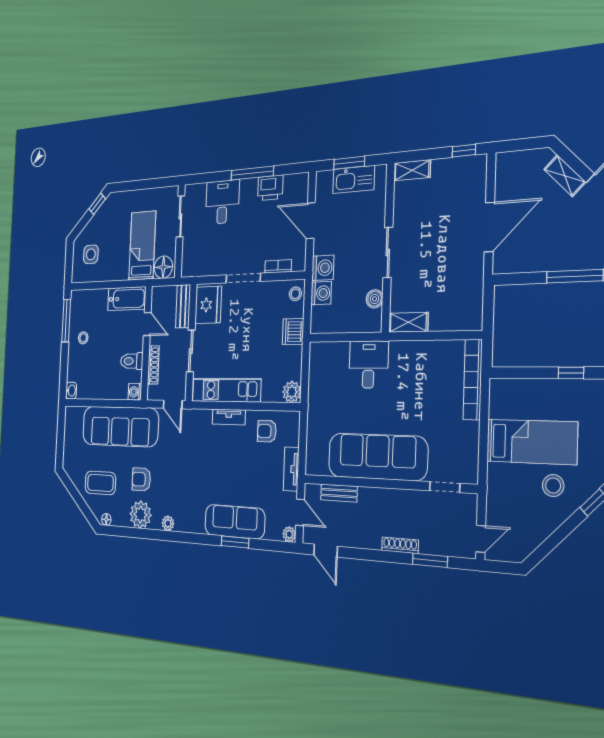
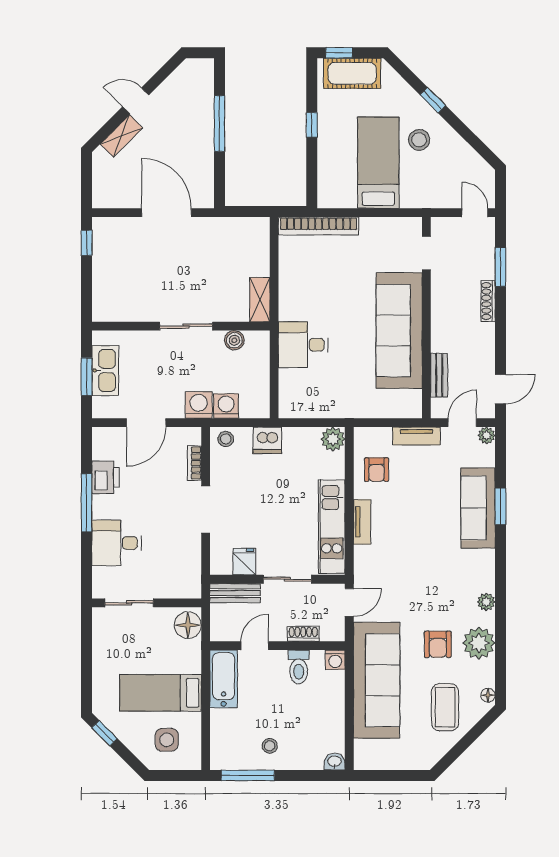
shelving: (412, 170) -> (101, 301), removed
bed: (142, 246) -> (160, 693), moved
fridge: (208, 305) -> (244, 562), width x0.53, depth x0.75
shoe rack: (153, 365) -> (303, 634), width x0.70

